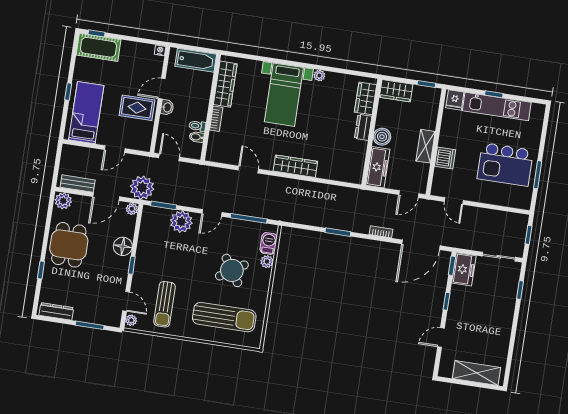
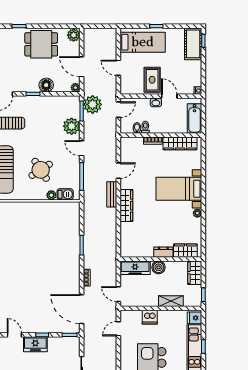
shelving: (426, 146) -> (171, 301), moved
bench: (78, 184) -> (112, 194), moved
plant: (142, 188) -> (93, 104), moved
freezer: (464, 269) -> (35, 344), moved

